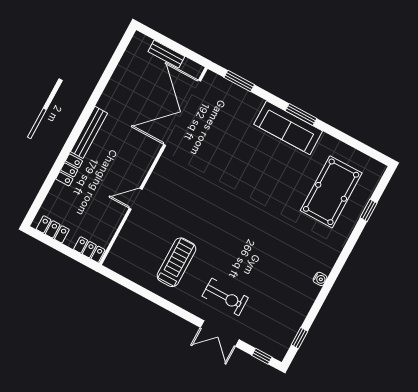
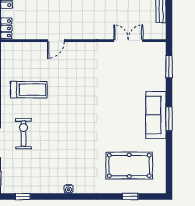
double door: (182, 113) -> (128, 41), width x0.54
door: (136, 199) -> (56, 41), swing flipped
exercise bike: (225, 297) -> (23, 134), turned 180

